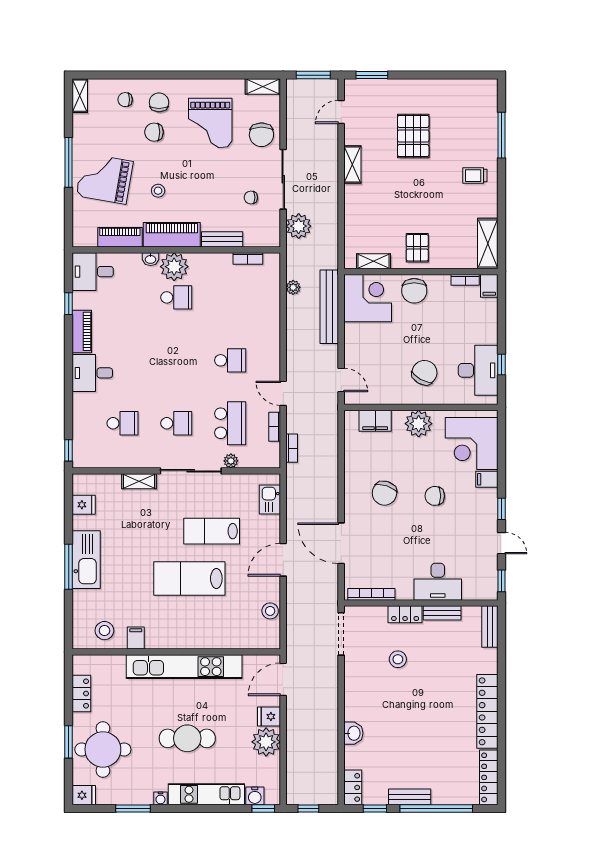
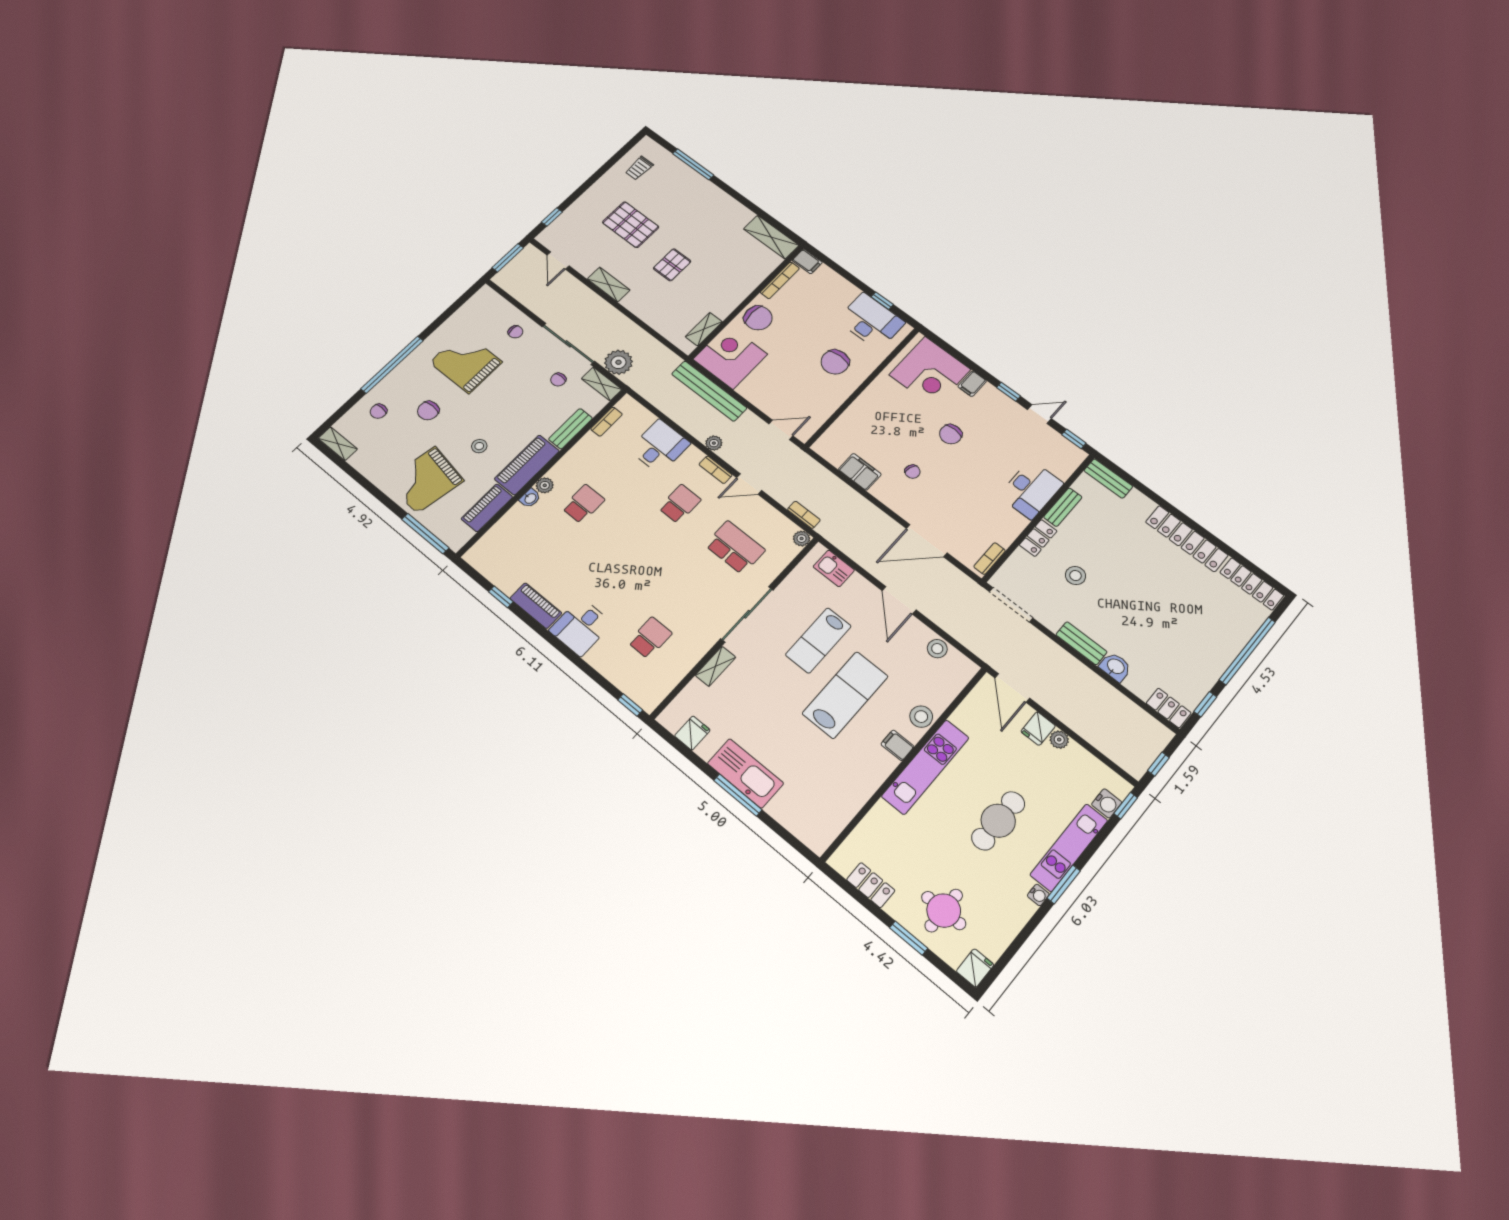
window: (166, 75) -> (392, 365), added
window: (372, 75) -> (552, 217), width x0.67
shelving: (263, 87) -> (602, 384), moved, turned 90
chair: (159, 102) -> (408, 387), removed
grand piano: (210, 123) -> (466, 362), turned 180
chair: (261, 135) -> (515, 332), width x0.54, depth x0.54
window: (69, 162) -> (425, 534), moved
trolley: (475, 176) -> (639, 168), moved
pallet: (417, 248) -> (672, 265), moved, turned 90
plant: (174, 267) -> (545, 485), width x0.53, depth x0.53
desk: (93, 272) -> (660, 446), moved, turned 180
bookcase: (465, 280) -> (780, 280), width x1.56
plant: (293, 287) -> (714, 443), moved
chair: (424, 373) -> (835, 362), turned -119
filing cabinet: (375, 421) -> (860, 472), moved, turned -90
school desk: (176, 423) -> (693, 592), removed
plant: (419, 424) -> (875, 399), removed
bookcase: (275, 427) -> (716, 470), moved
plant: (231, 461) -> (802, 539), moved
chair: (384, 493) -> (912, 472), width x0.54, depth x0.54
lab bench: (189, 578) -> (845, 695), turned 180
bookcase: (371, 594) -> (990, 559), width x0.64
stool: (104, 631) -> (921, 717), moved
filing cabinet: (136, 638) -> (897, 745), moved
kitchen unit: (184, 667) -> (925, 767), width x0.73
plant: (266, 742) -> (1059, 740), width x0.53, depth x0.53
round table: (103, 749) -> (944, 911), width x0.73, depth x0.73
bench: (410, 797) -> (1082, 643), moved, turned 90
window: (133, 809) -> (1064, 884), moved

